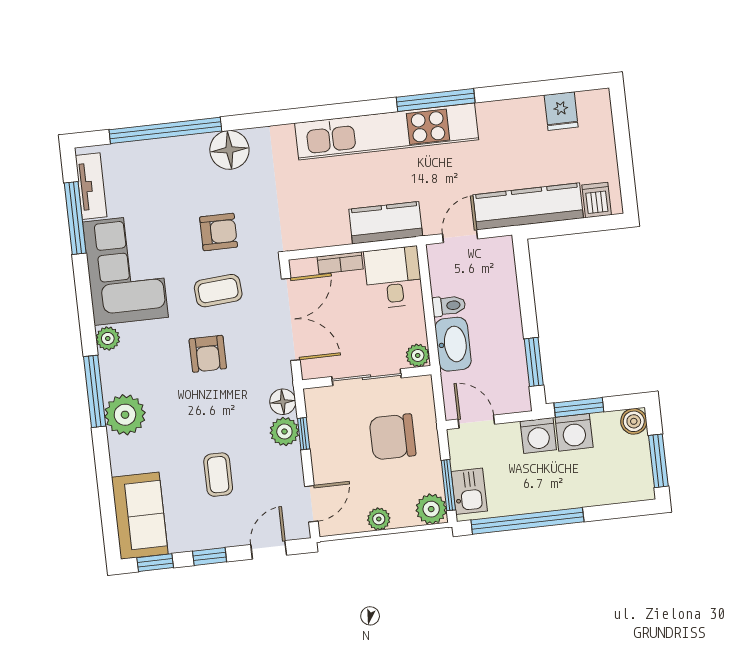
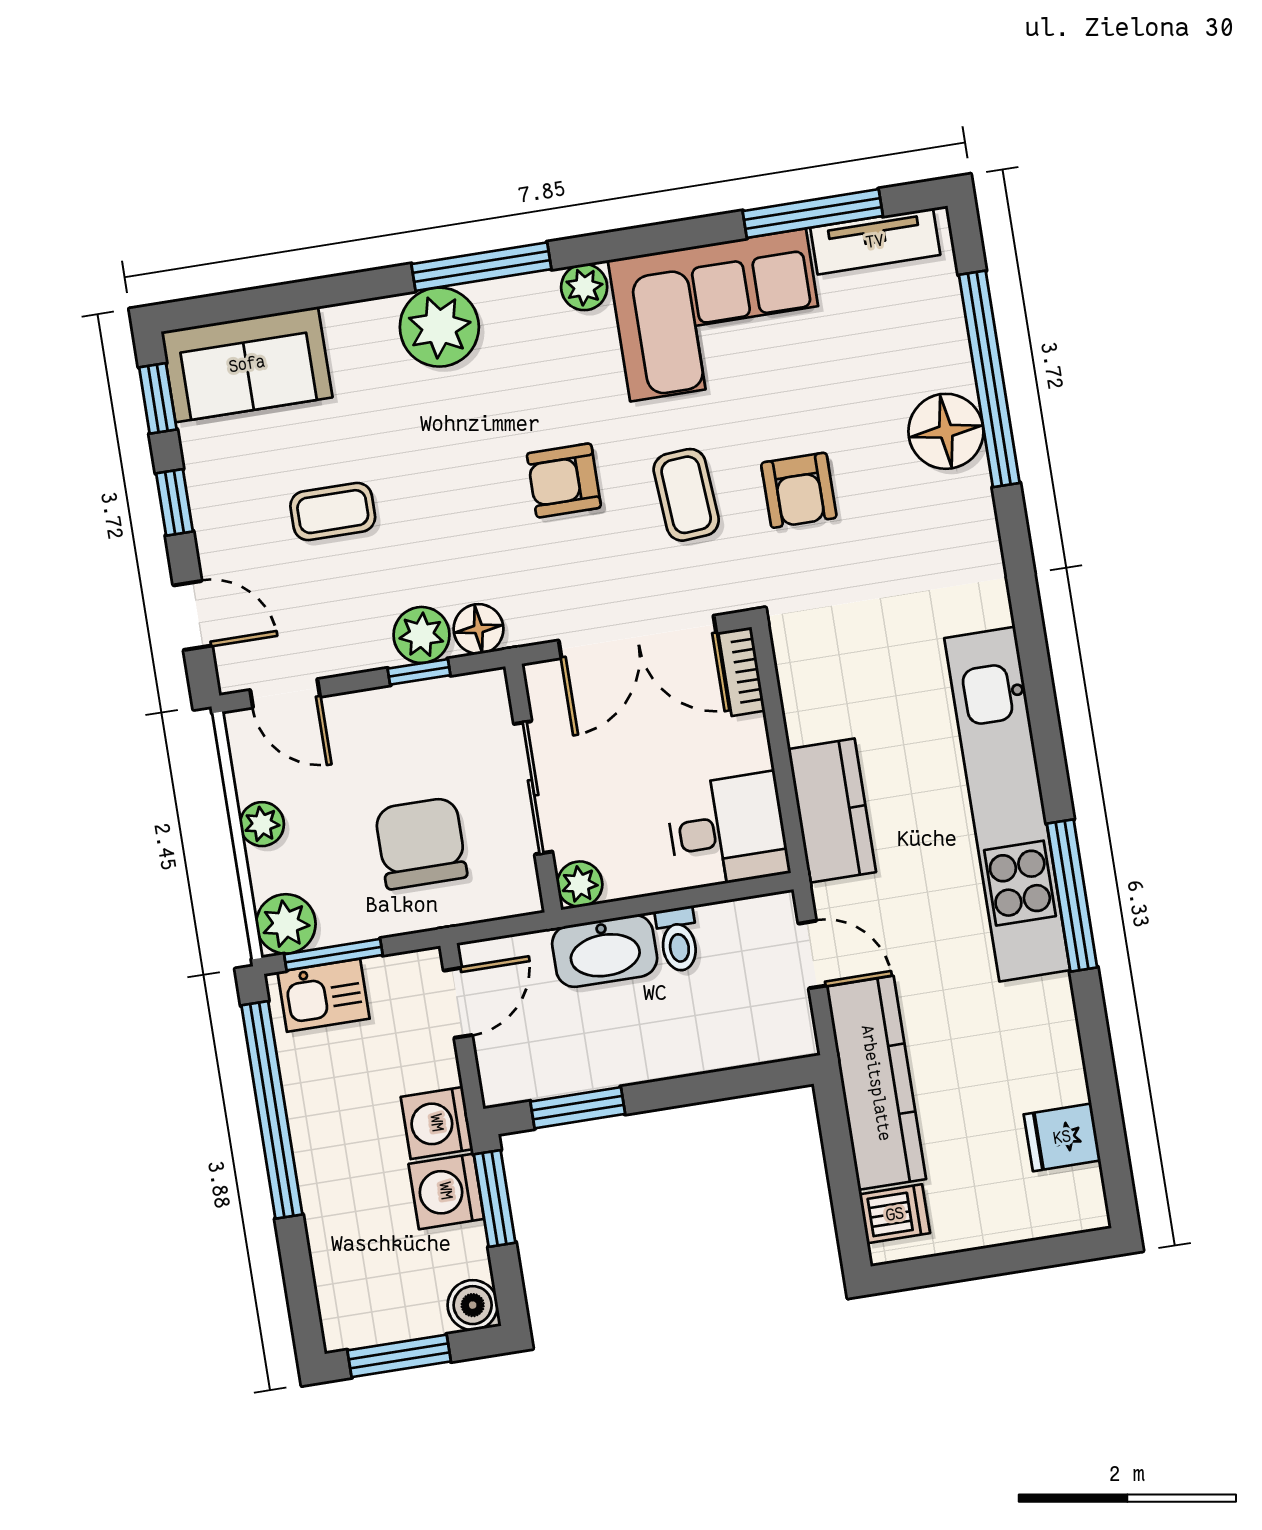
floor lamp: (229, 150) -> (946, 431), moved
bookcase: (340, 263) -> (742, 671), moved

